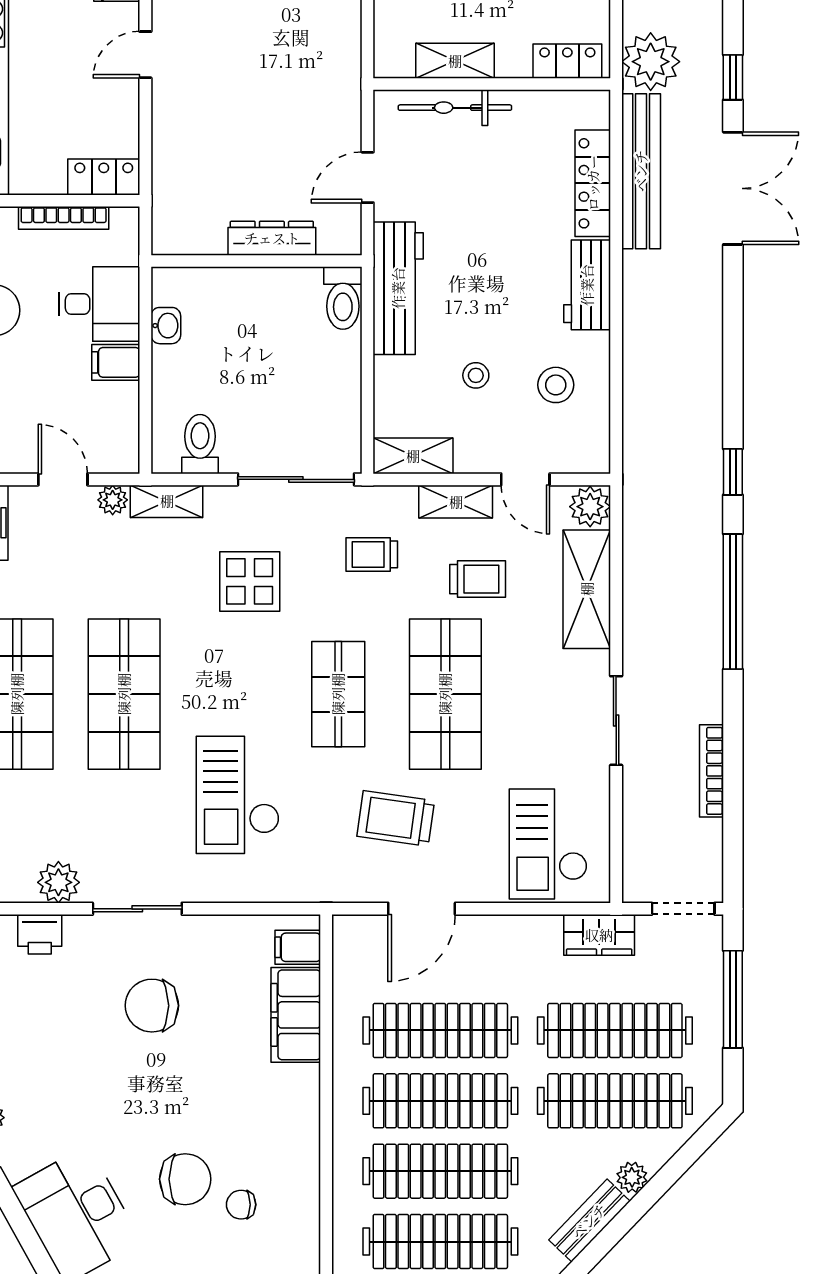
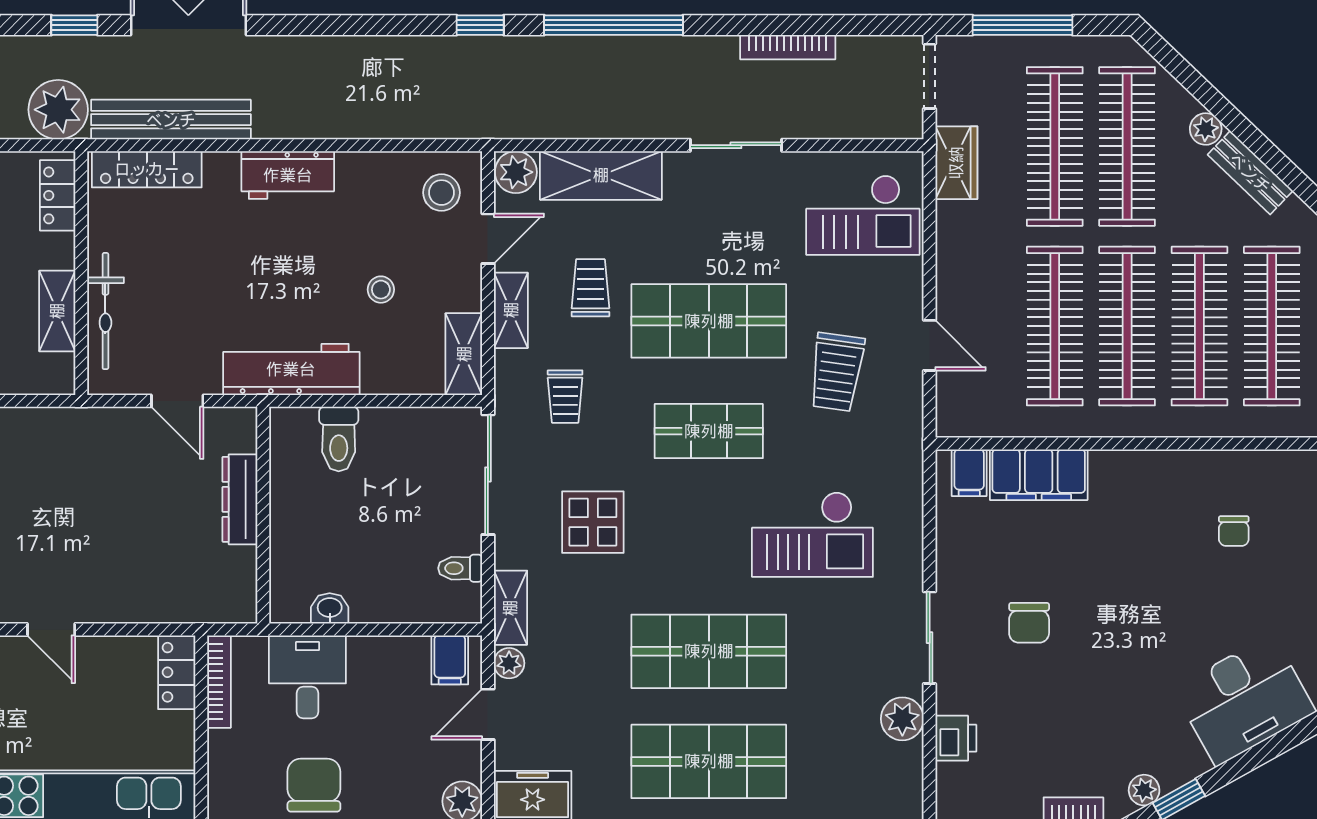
locker: (593, 183) -> (147, 169), moved
bookcase: (64, 218) -> (219, 682), moved
toilet: (343, 298) -> (339, 439), moved, turned 90
filing cabinet: (116, 362) -> (450, 660), moved
stool: (556, 385) -> (441, 193), moved
toilet: (200, 444) -> (460, 568), width x0.73, depth x0.72
door: (422, 909) -> (930, 345), width x0.73
chair: (152, 1006) -> (1029, 623), width x0.73, depth x0.73
chair: (185, 1179) -> (1208, 588), removed

